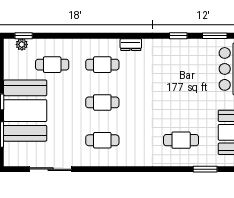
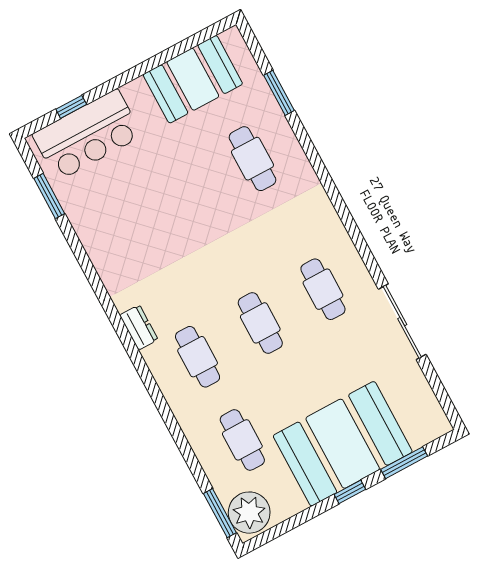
window: (24, 36) -> (220, 513), width x1.50
window: (178, 36) -> (82, 257), removed
plant: (22, 44) -> (249, 513), width x1.88, depth x1.88
sliding door: (51, 169) -> (402, 322), moved

